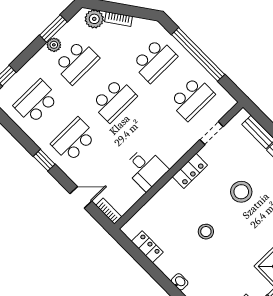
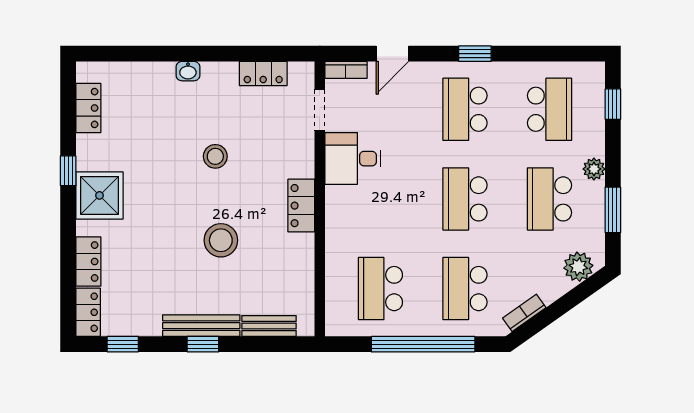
bookcase: (118, 19) -> (524, 313), moved
plant: (54, 45) -> (594, 169), moved
doorway: (212, 133) -> (320, 110), moved
school desk: (74, 140) -> (465, 109), turned 180

